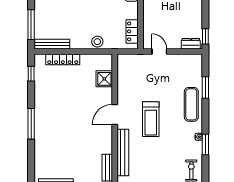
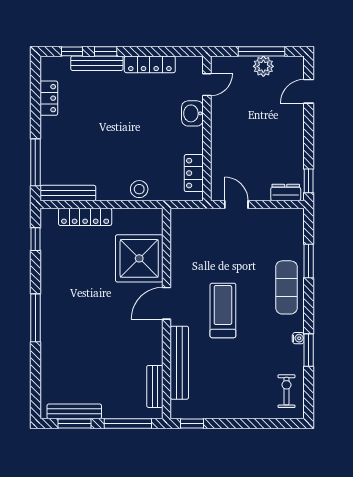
shower: (104, 79) -> (139, 258), width x1.86, depth x1.86
treadmill: (151, 119) -> (223, 310), turned 180

